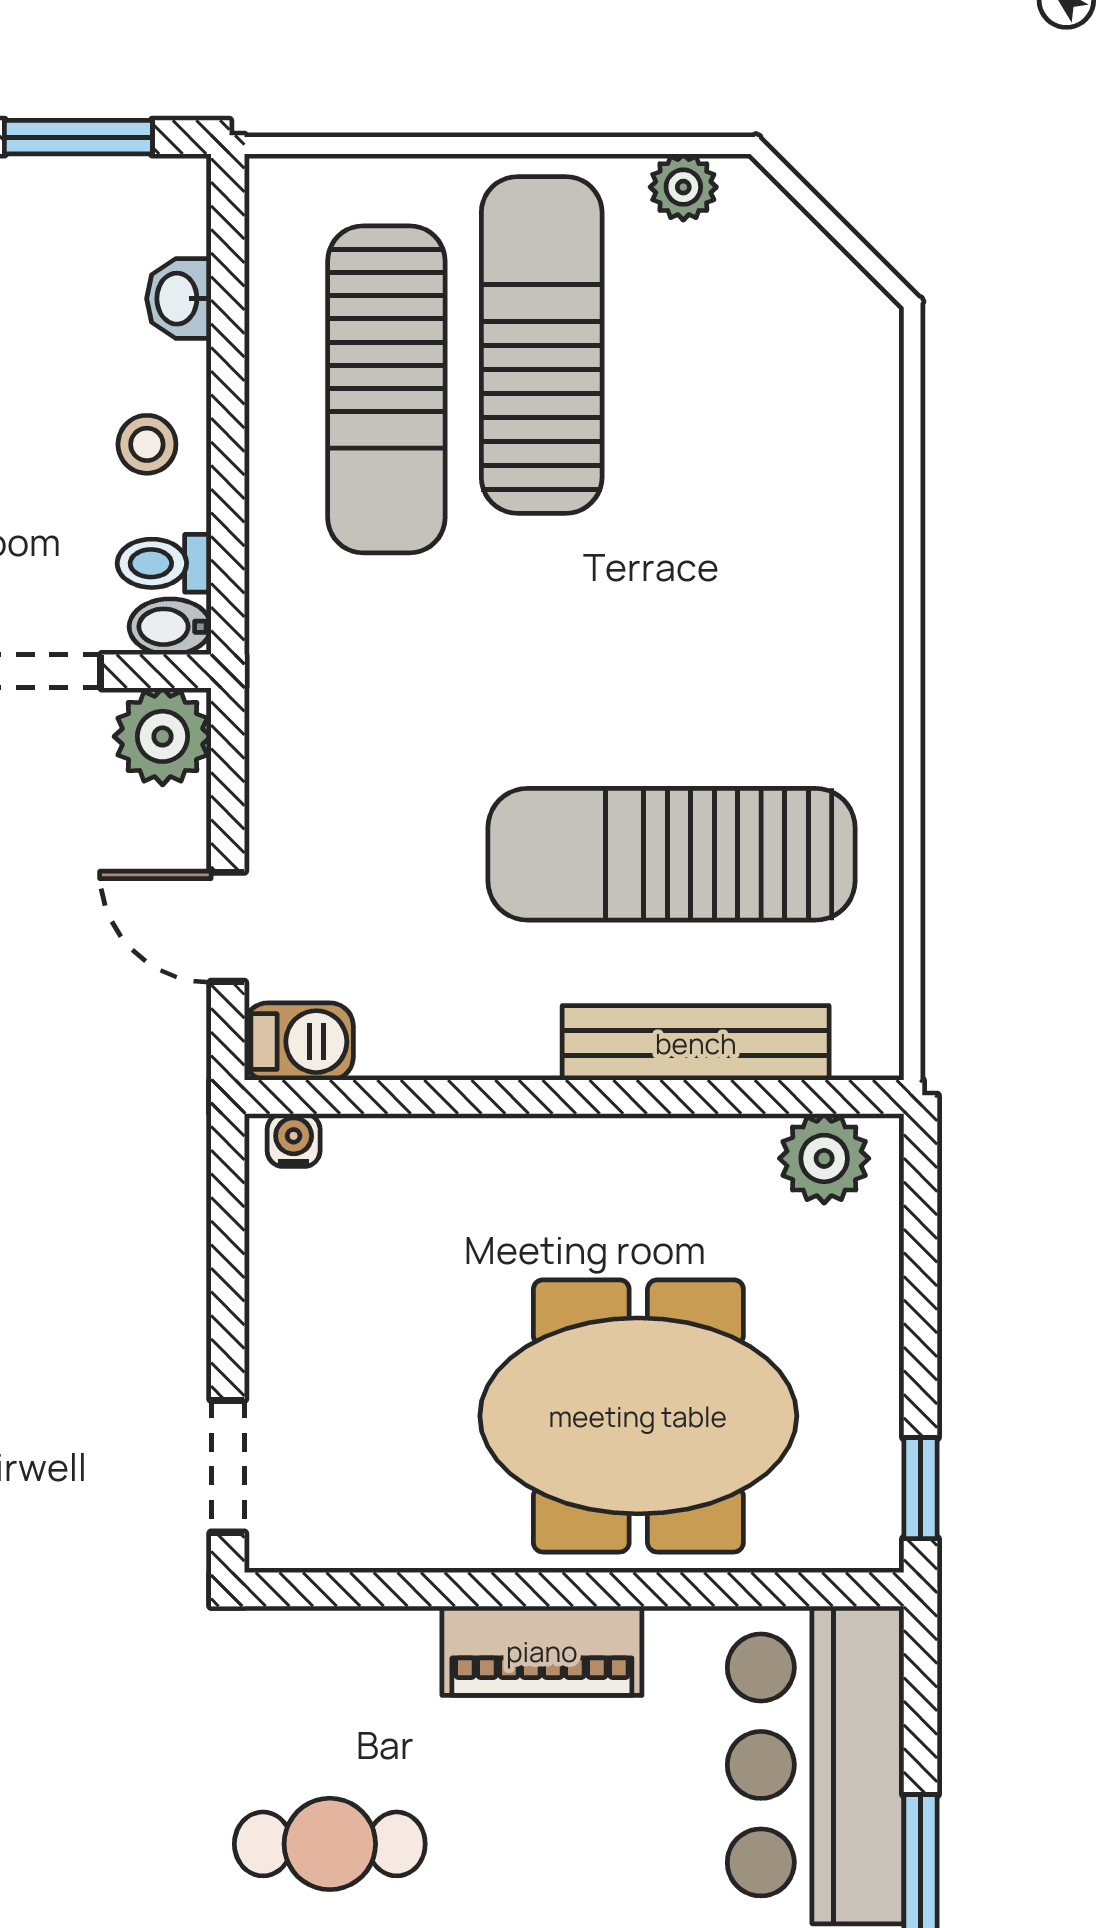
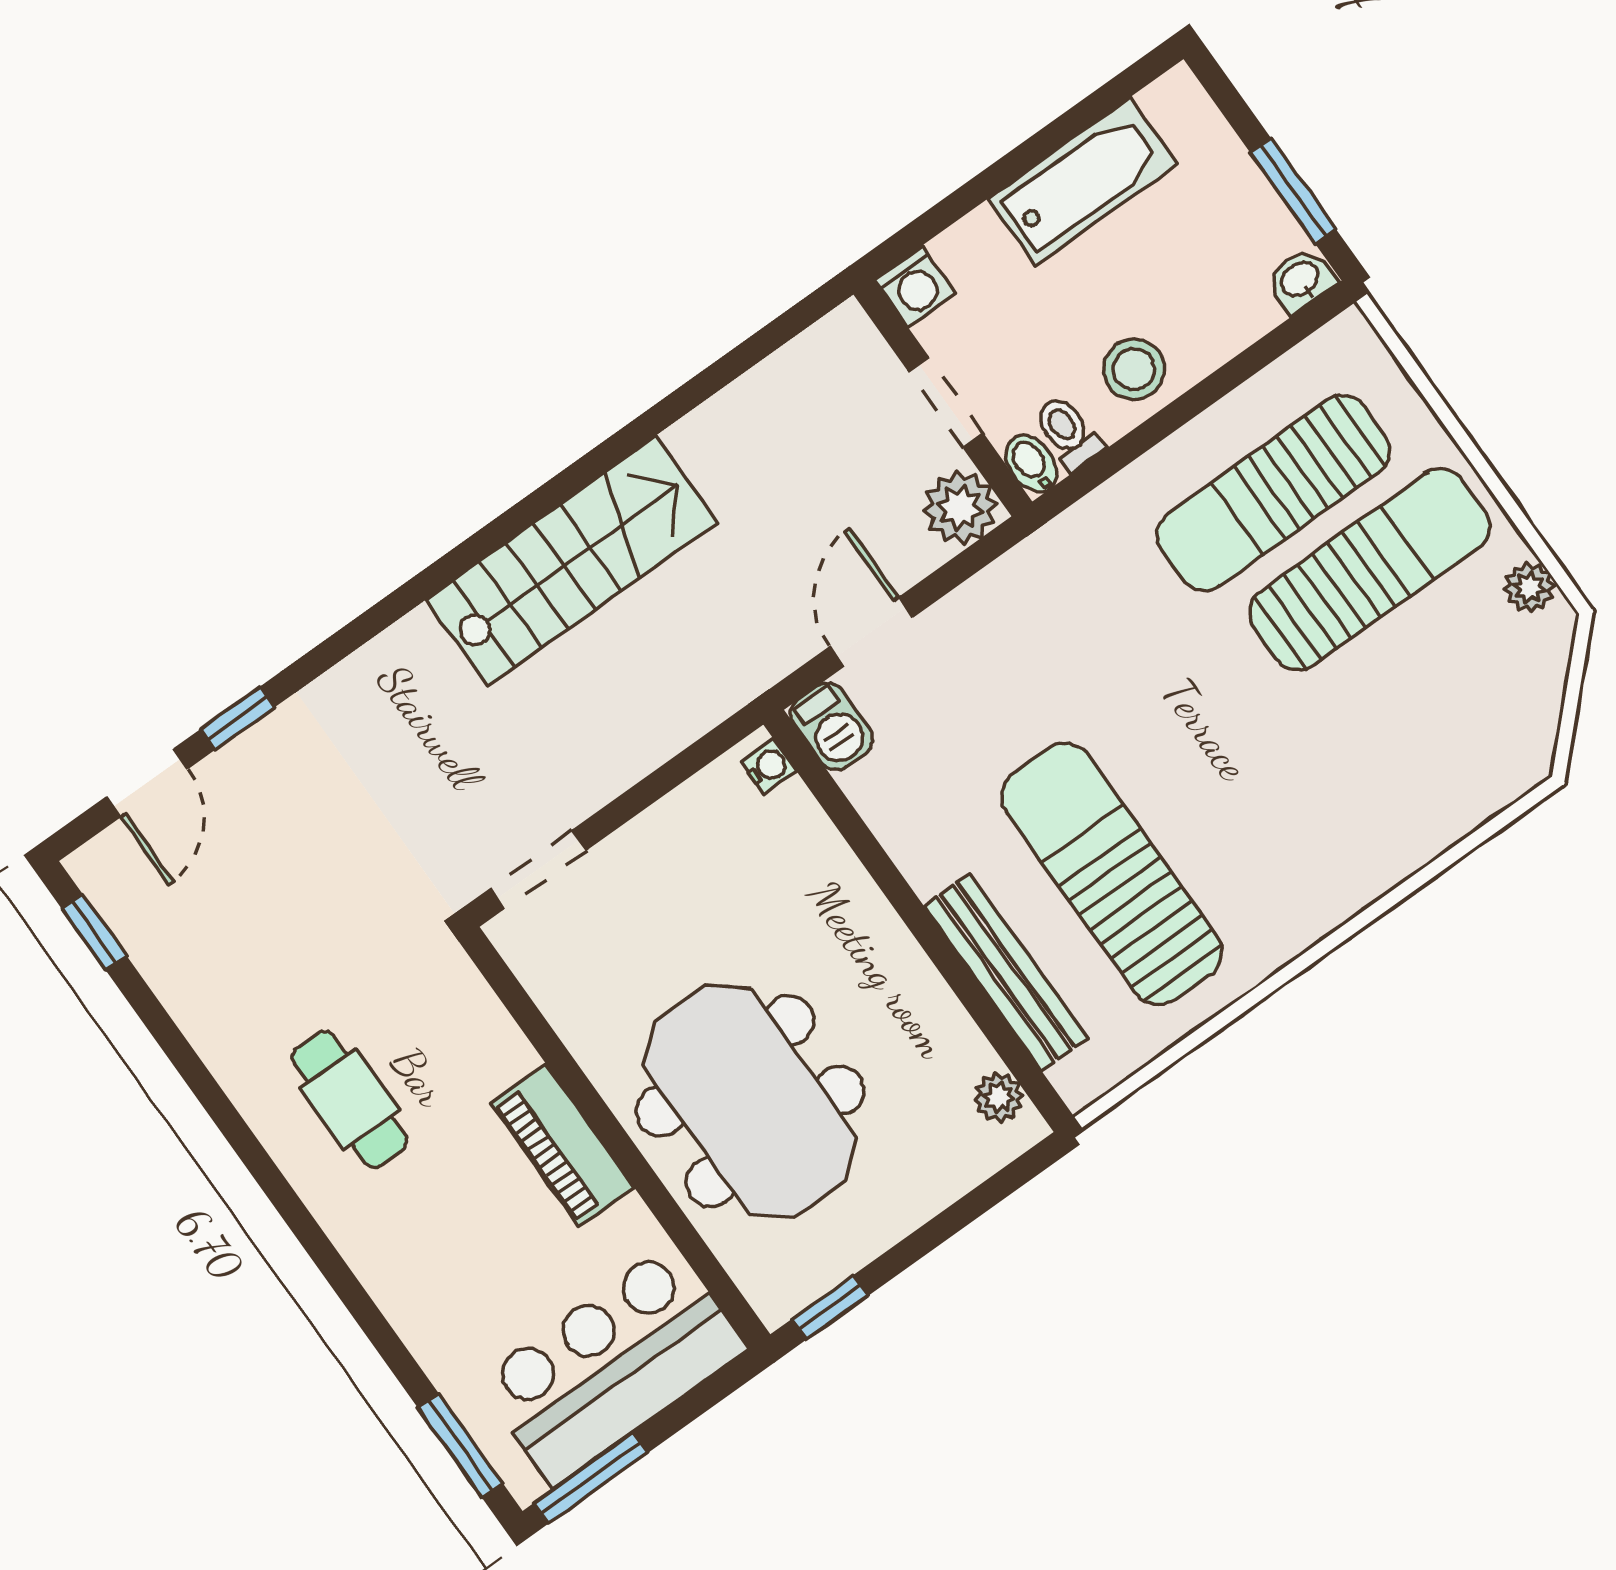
washbasin: (179, 299) -> (1301, 280), moved
stool: (147, 444) -> (1134, 369), width x1.37, depth x1.37
plant: (824, 1158) -> (999, 1097), width x0.73, depth x0.73

